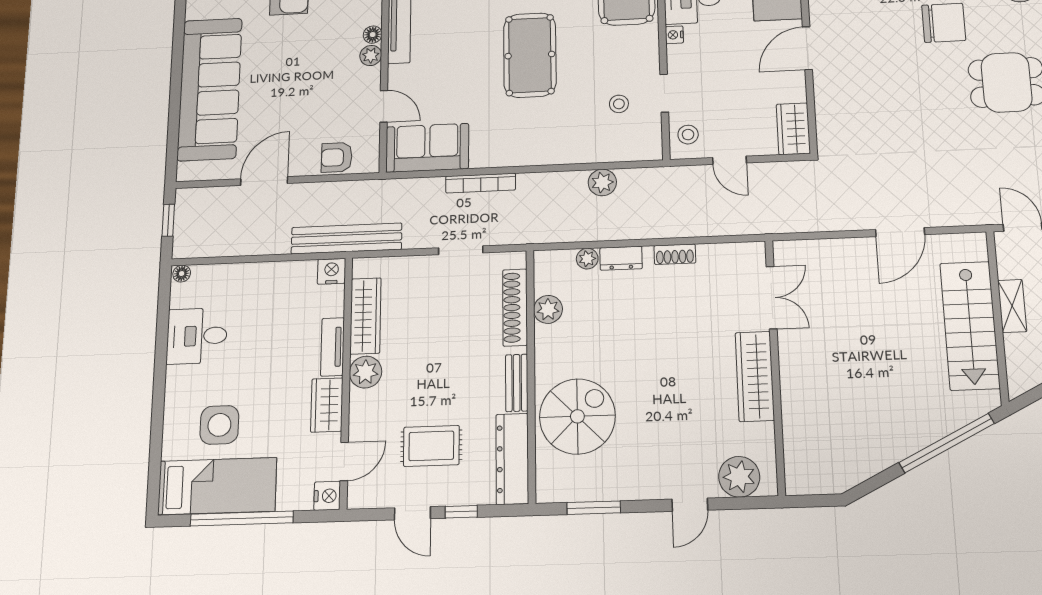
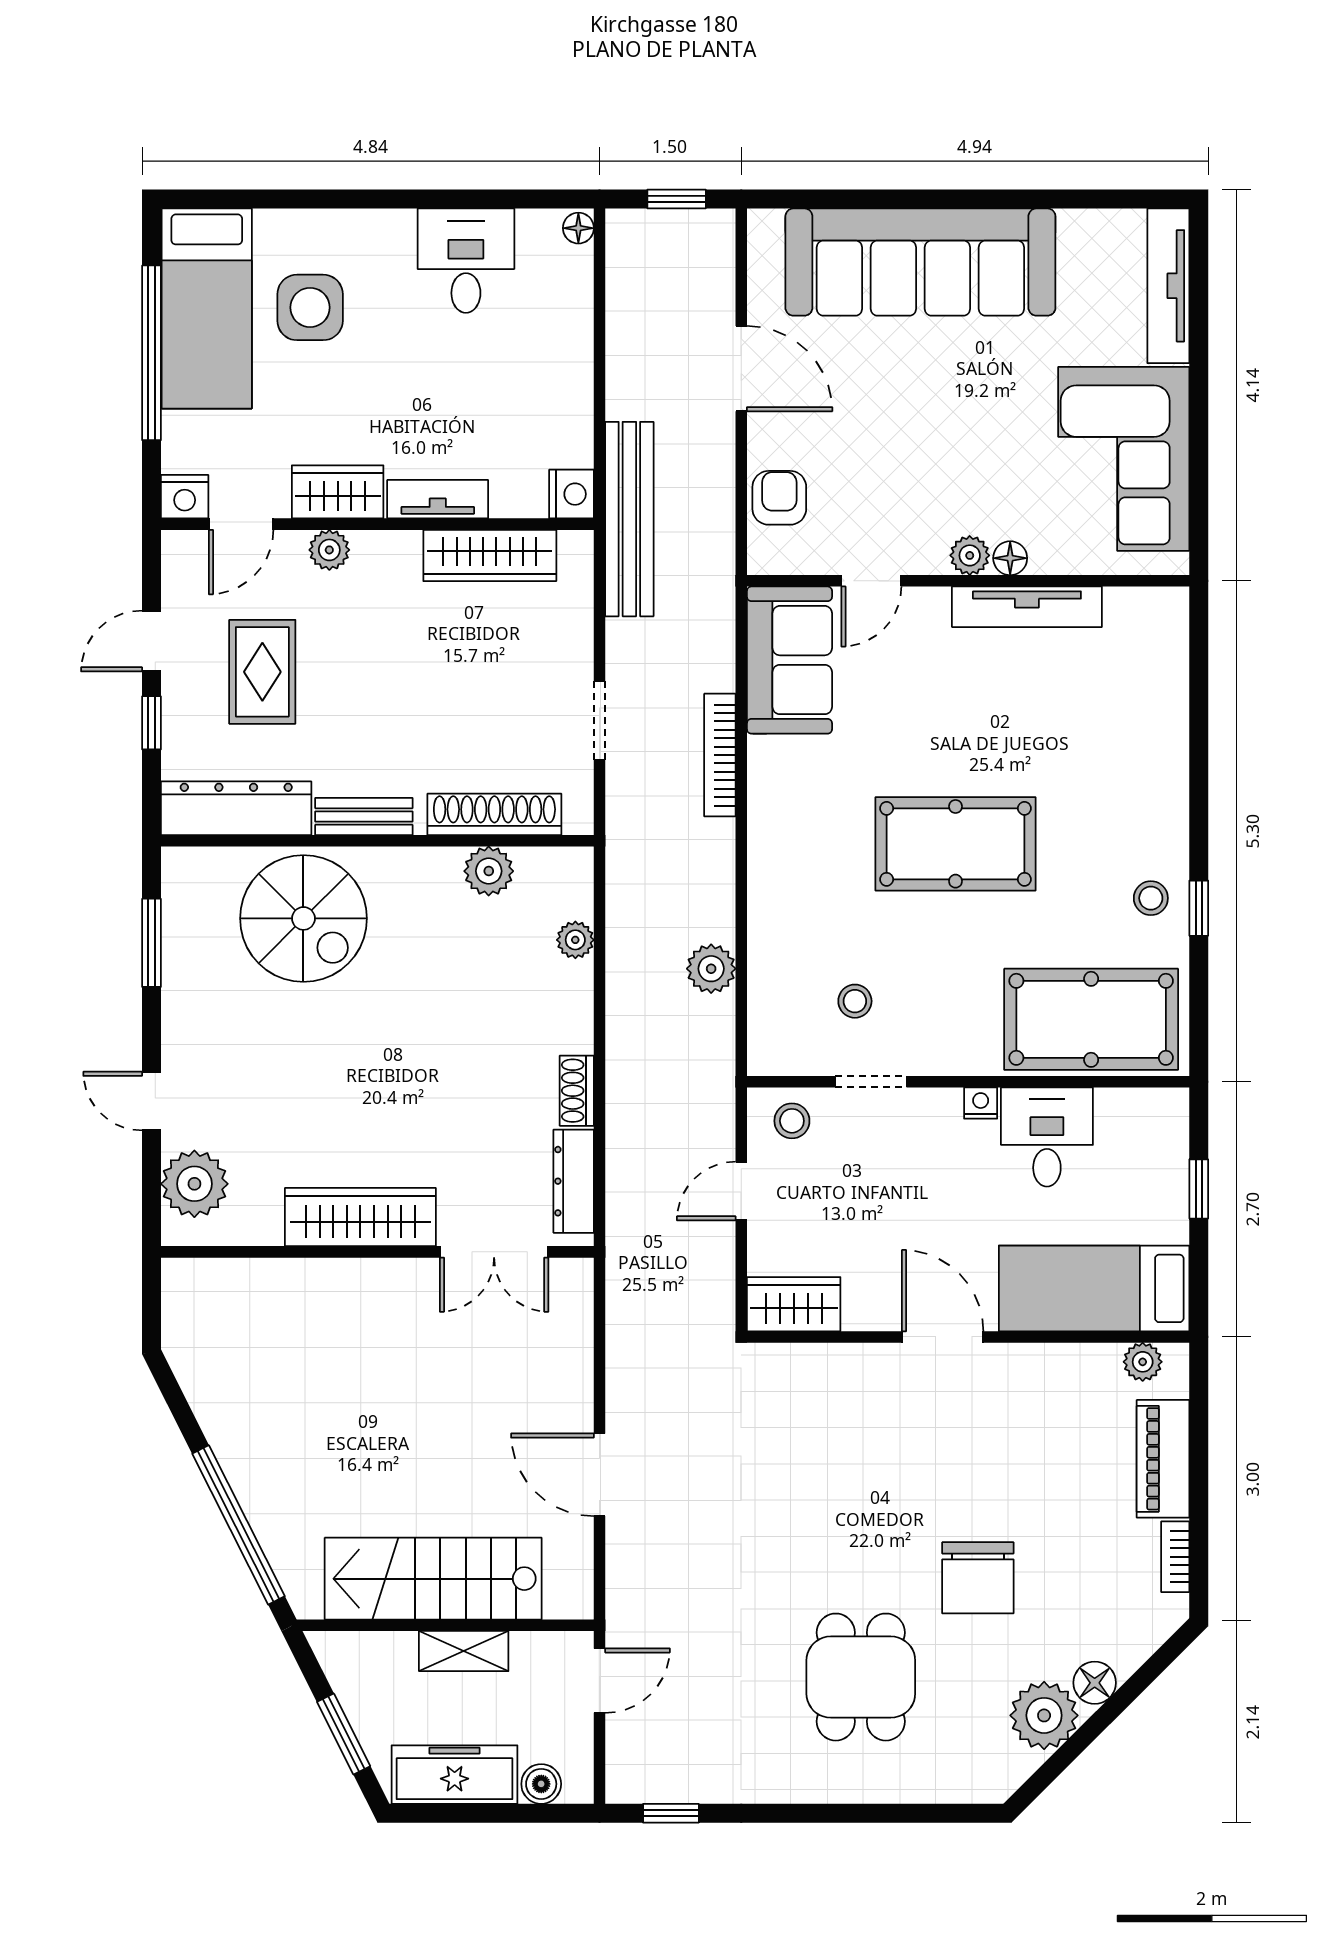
dresser: (621, 258) -> (574, 1181), moved, width x1.44
plant: (366, 372) -> (329, 550), moved, width x0.73, depth x0.73
door: (344, 461) -> (241, 524), hinge flipped

